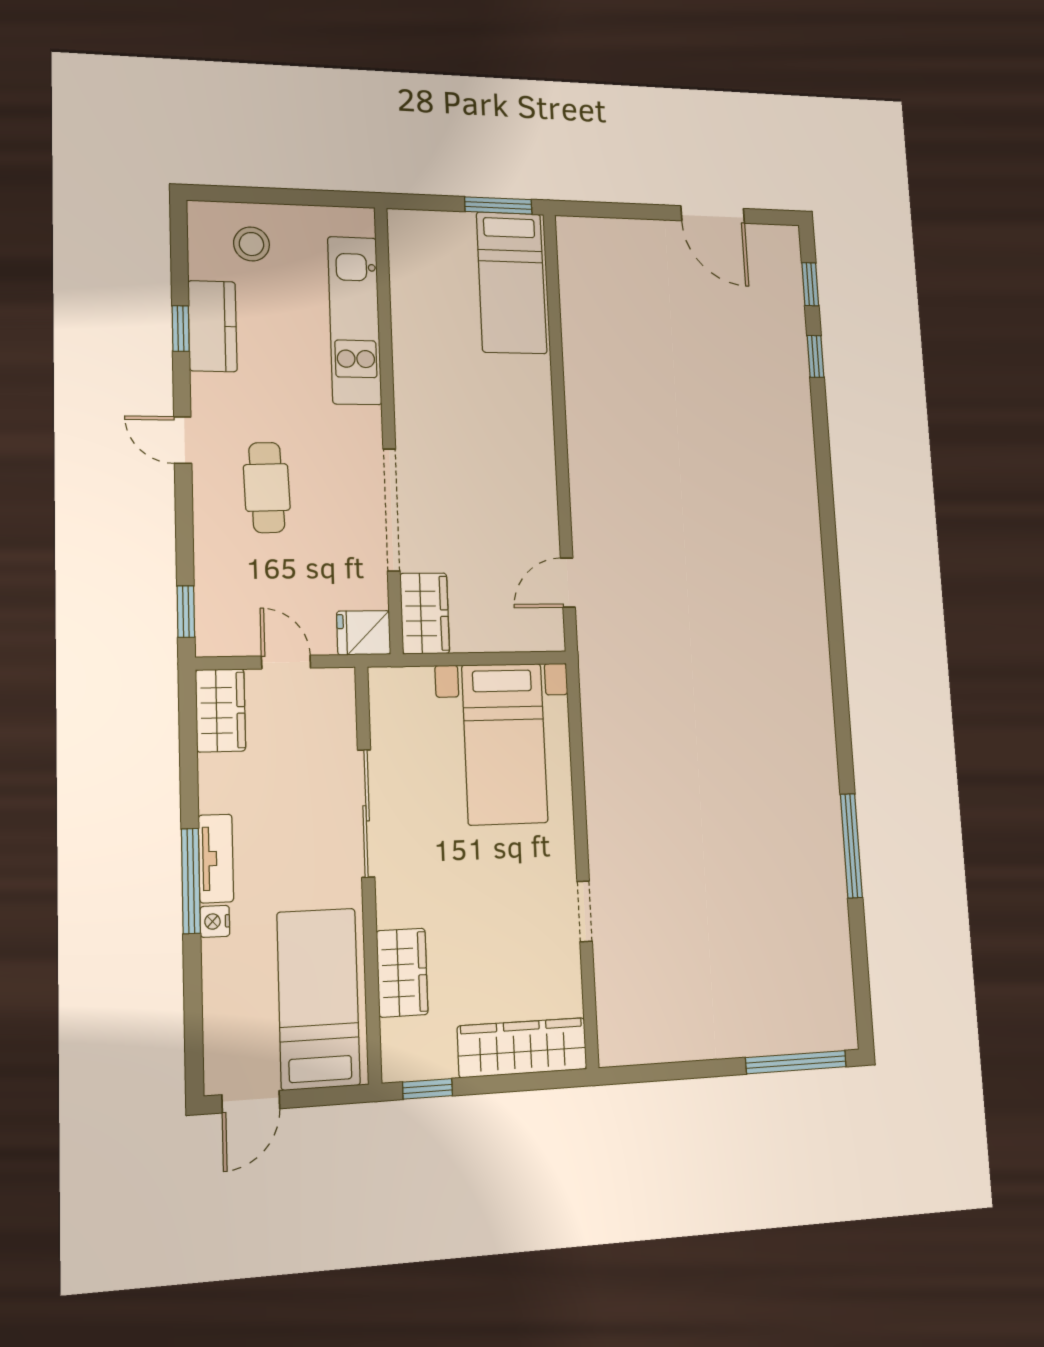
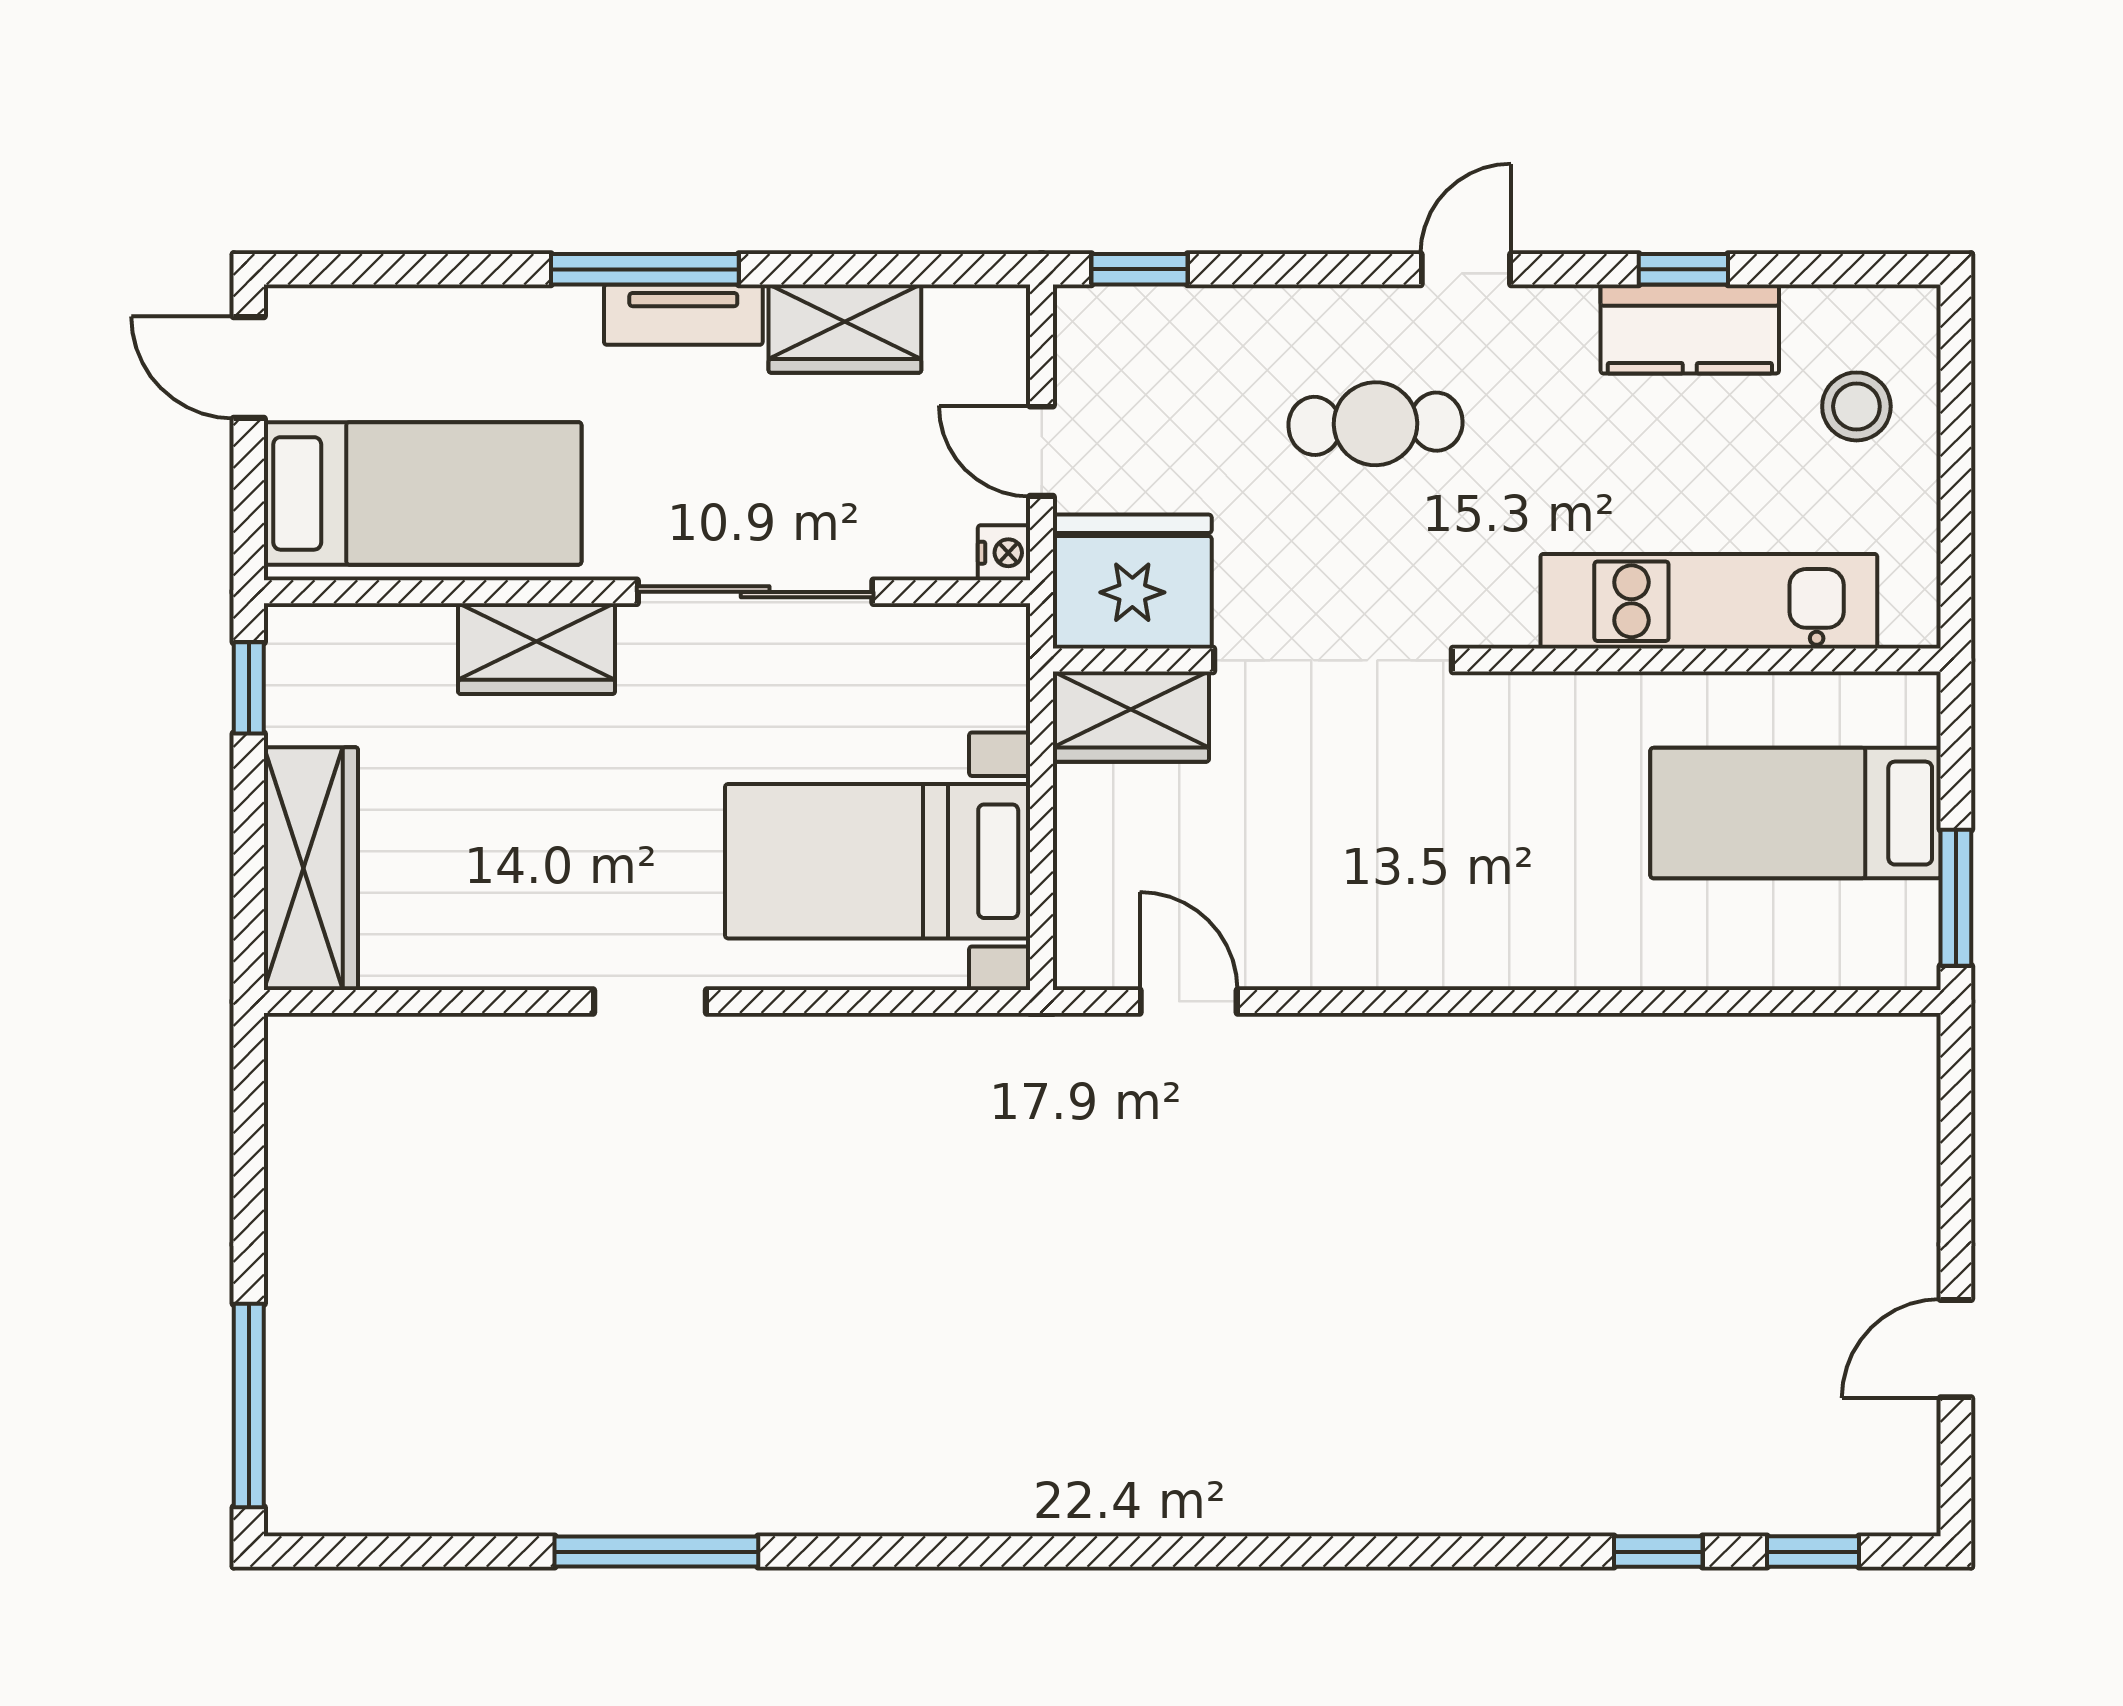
door: (713, 215) -> (1956, 1349), width x0.73
bed: (512, 283) -> (1796, 813), moved
fridge: (364, 633) -> (1132, 582), width x1.88, depth x1.34
door: (286, 662) -> (1042, 451), swing flipped
wardrobe: (220, 710) -> (845, 329), moved
doorway: (585, 911) -> (650, 1001), moved
nightstand: (215, 921) -> (1004, 553), moved, turned 90
wardrobe: (402, 973) -> (537, 649), moved

